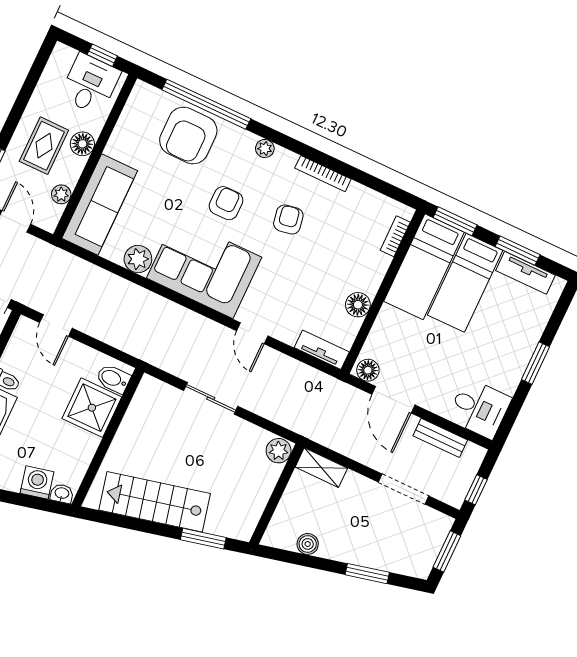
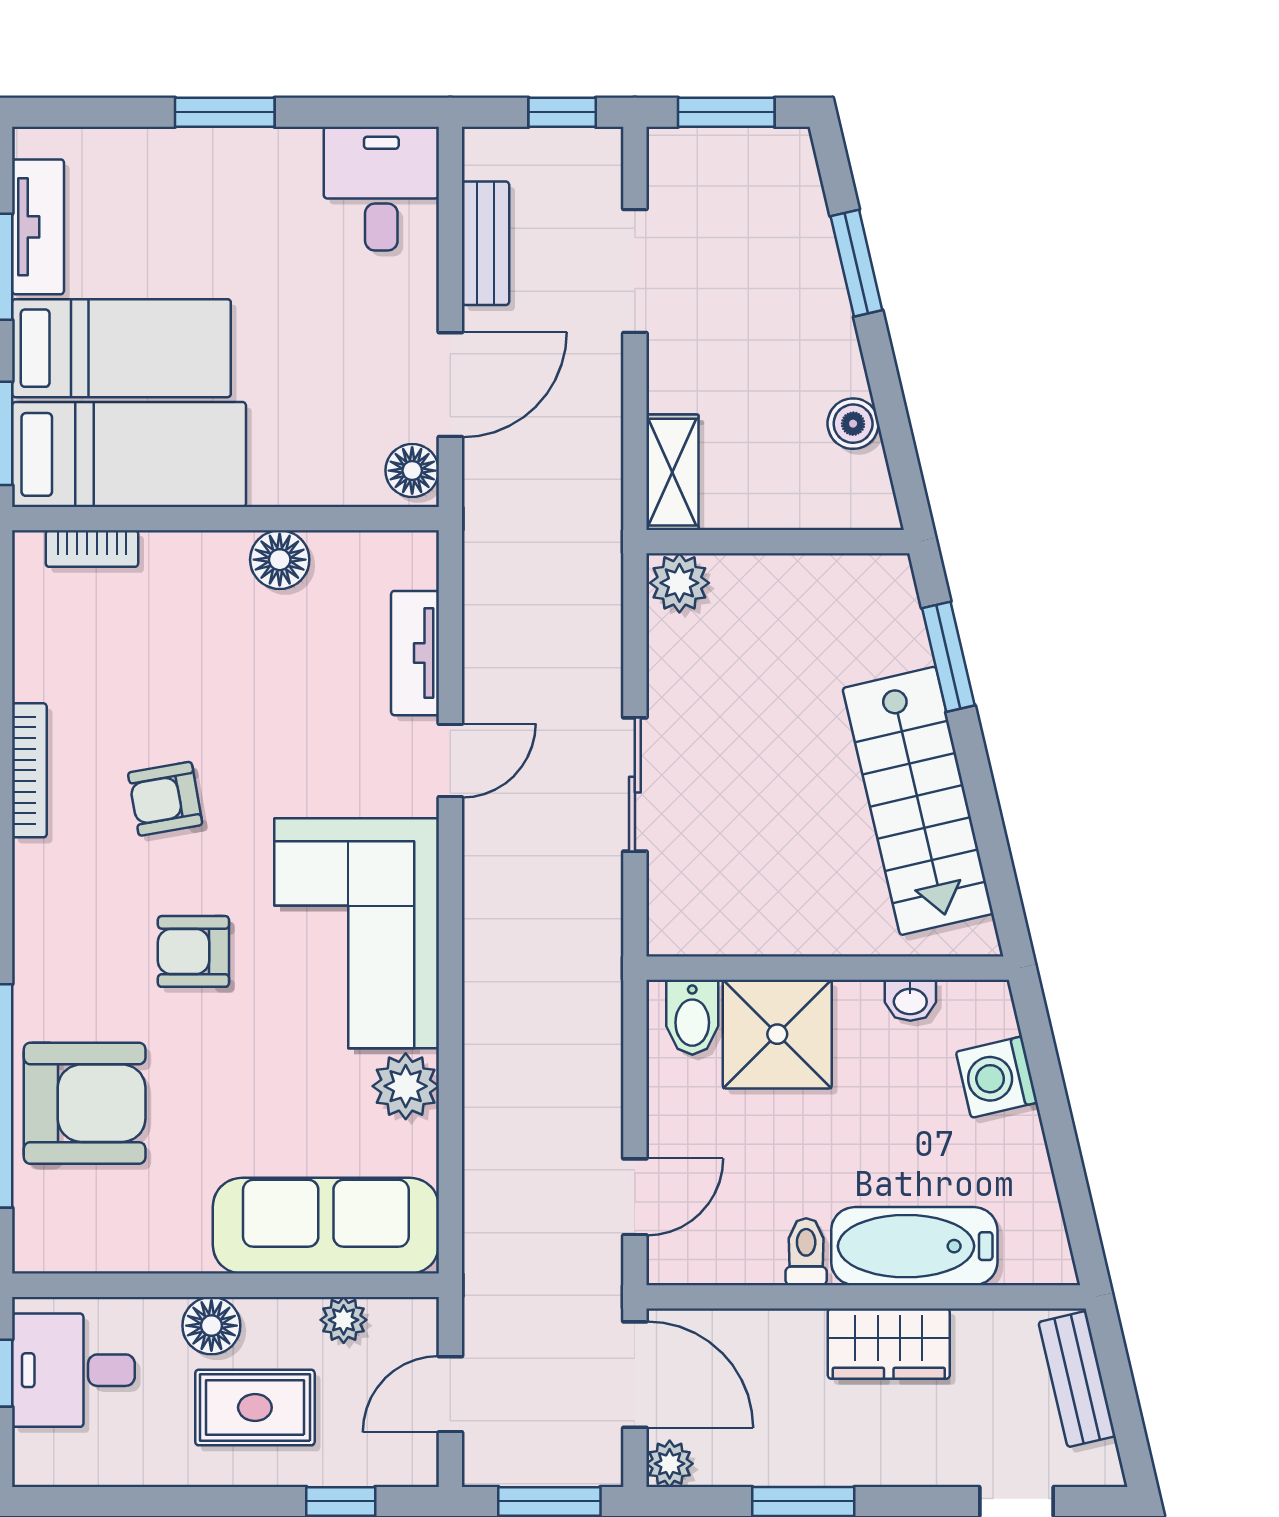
plant: (265, 148) -> (34, 923), removed
tv unit: (322, 350) -> (415, 653), moved
washbasin: (62, 494) -> (910, 1000), moved, turned -77

